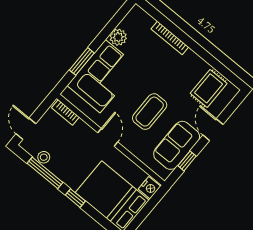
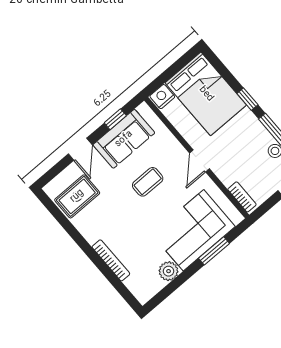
coffee table: (150, 112) -> (148, 182), width x0.73, depth x0.77

